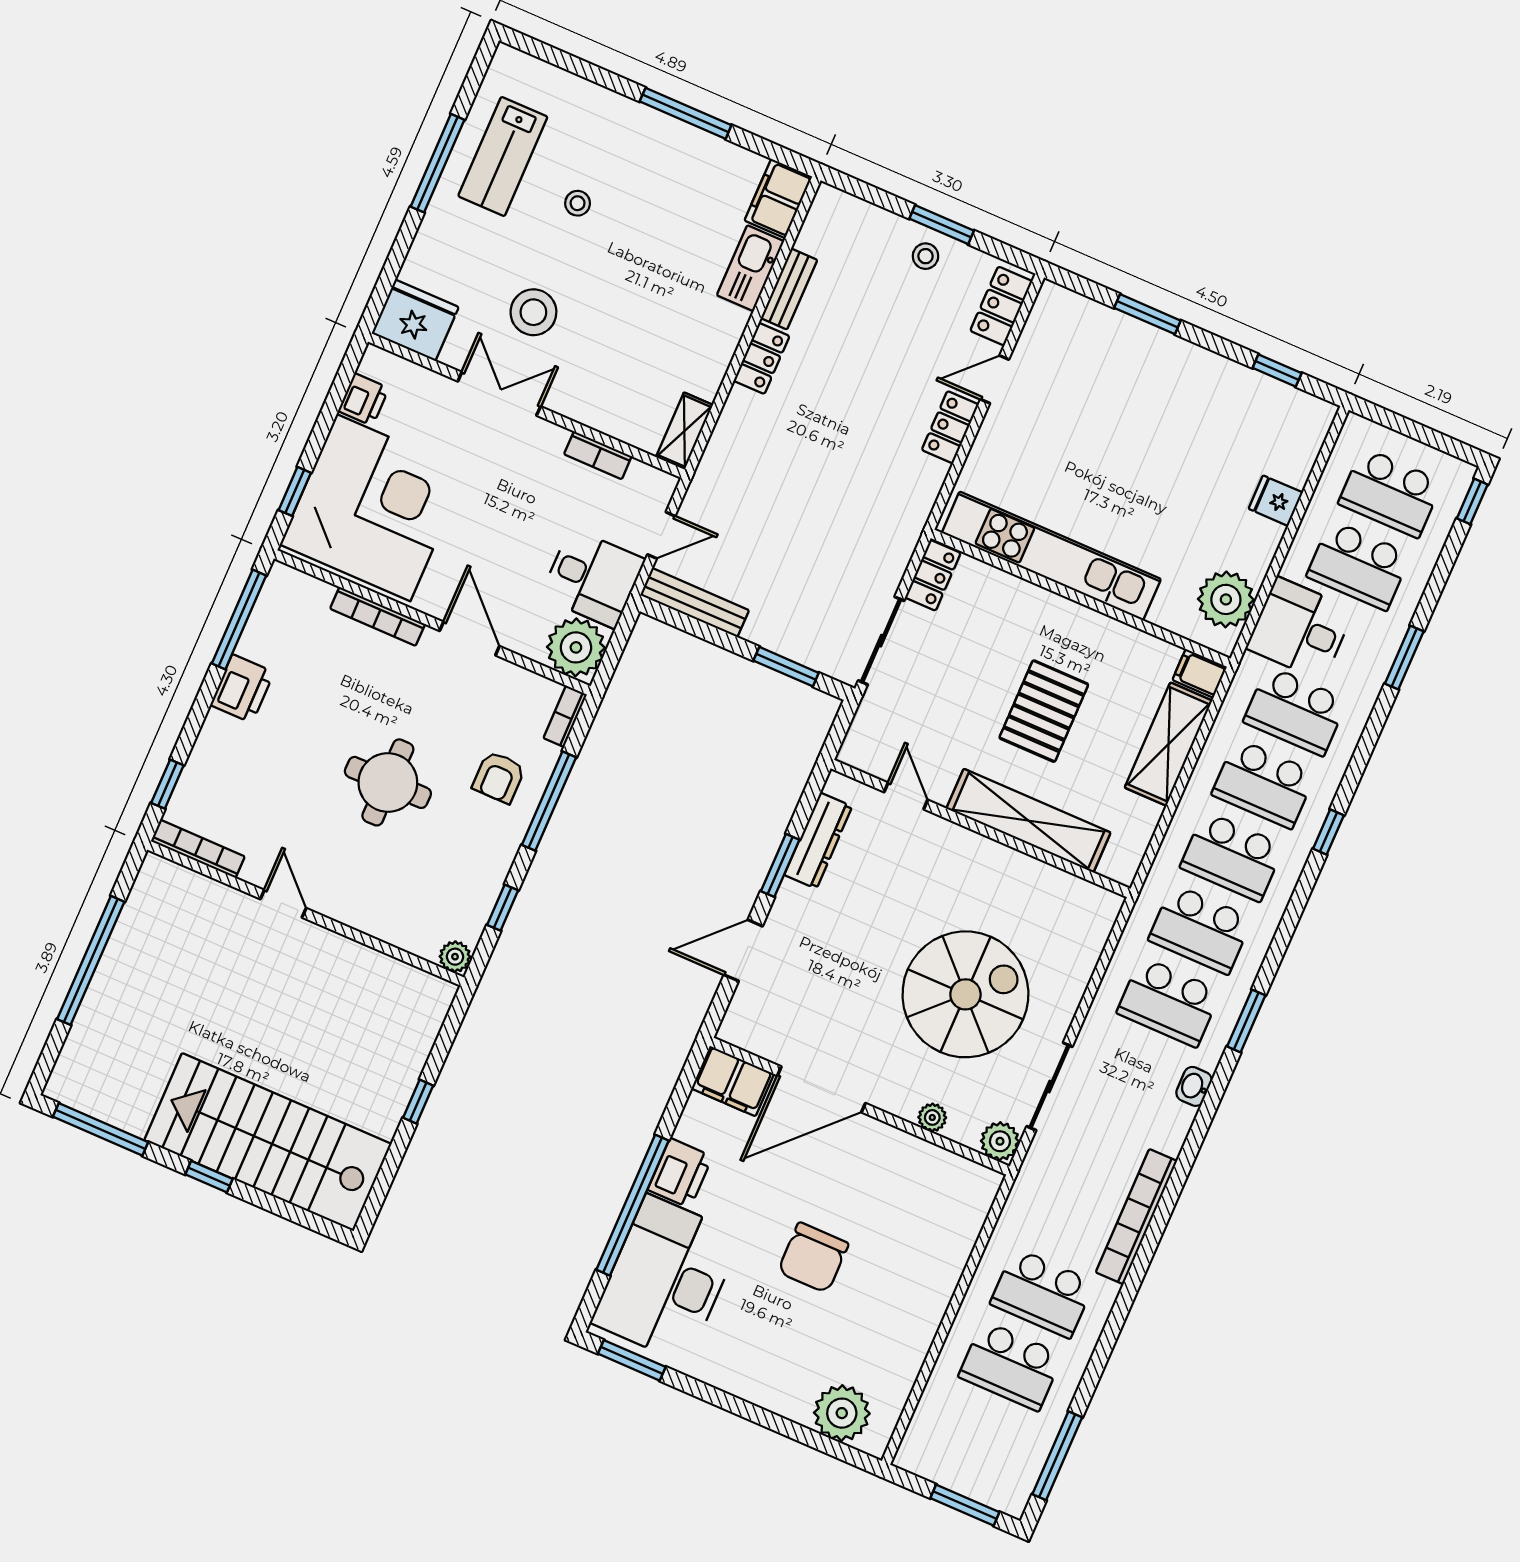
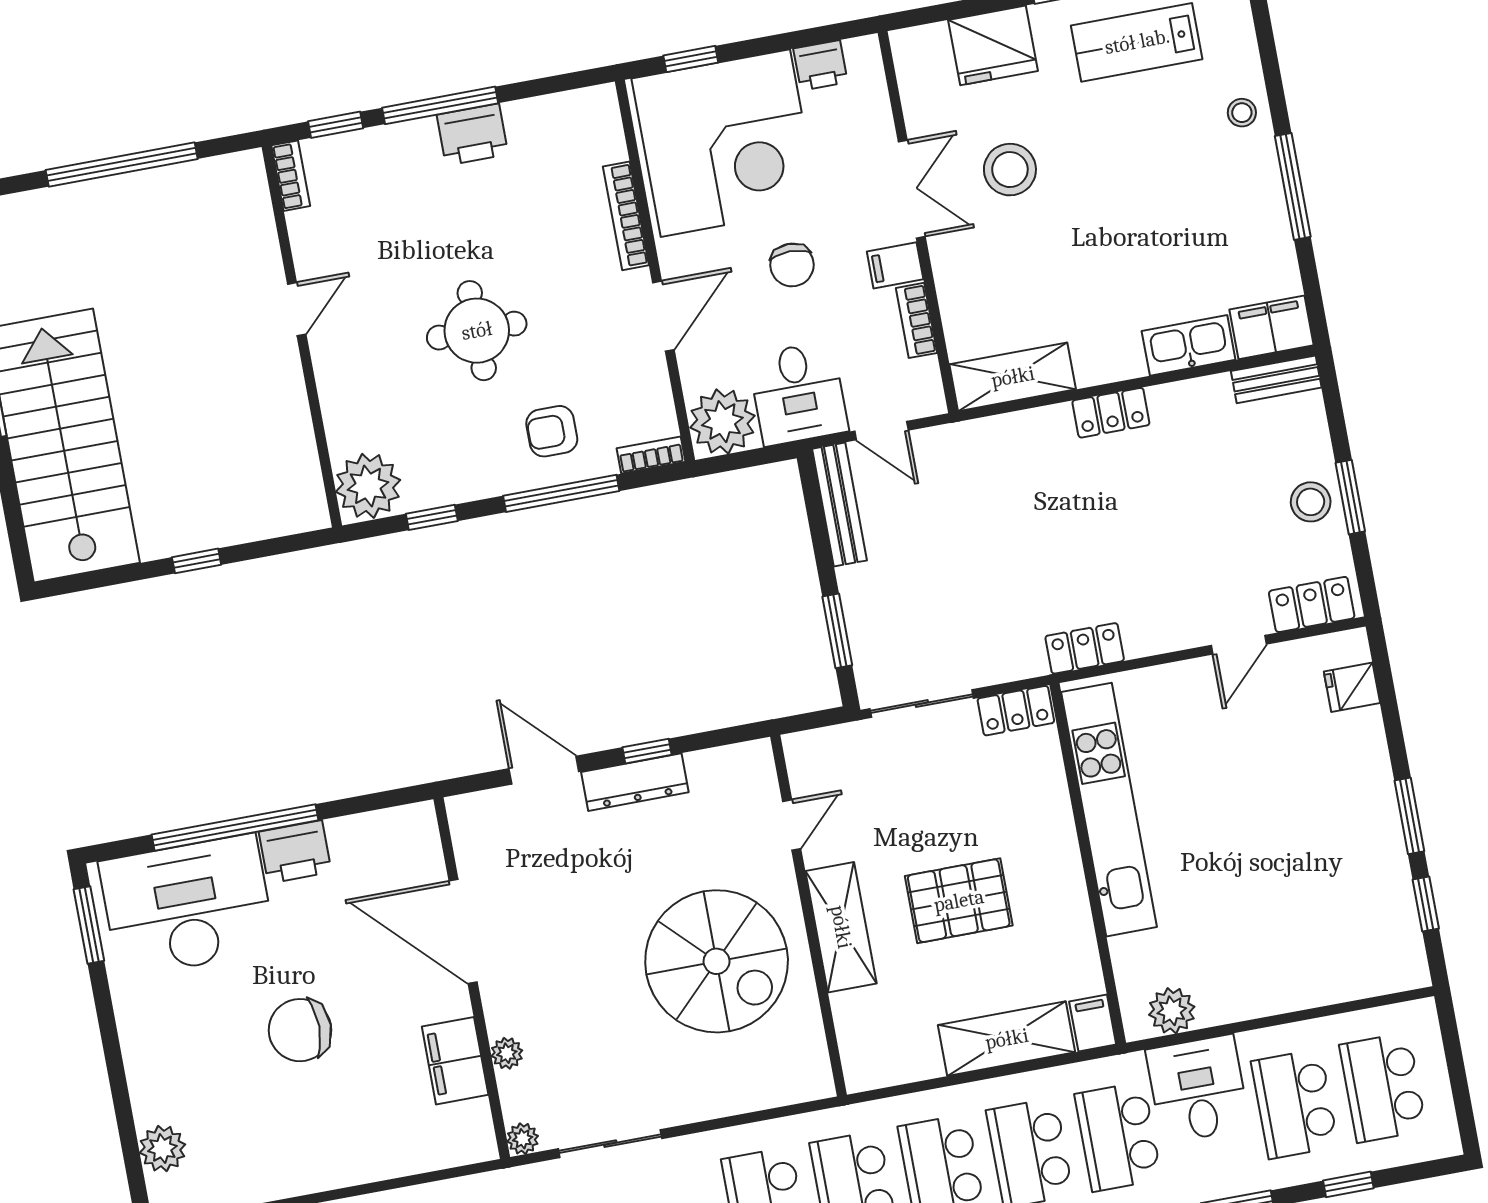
stool: (578, 203) -> (1242, 113), moved
stool: (926, 256) -> (1311, 502), width x1.37, depth x1.37
bench: (789, 289) -> (1276, 379), moved
window: (1147, 314) -> (1409, 816), moved
fridge: (415, 320) -> (993, 45), moved, turned 90
door: (995, 379) -> (1239, 645), swing flipped
locker: (950, 427) -> (1085, 648), moved
shelving: (684, 431) -> (1013, 377), width x1.50, depth x1.33
filing cabinet: (547, 444) -> (895, 265), added
fridge: (1276, 501) -> (1352, 687), moved, turned -90
window: (1472, 501) -> (1348, 1184), moved
chair: (496, 519) -> (792, 265), added
plant: (1226, 599) -> (1172, 1011), width x0.73, depth x0.73
window: (239, 620) -> (440, 105), moved
shelving: (1028, 821) -> (841, 927), width x0.68
dresser: (818, 841) -> (635, 782), moved
bookcase: (198, 849) -> (291, 176), width x0.64
window: (780, 865) -> (647, 751), width x0.67
plant: (455, 957) -> (368, 486), width x1.88, depth x1.88
spiral stairs: (965, 994) -> (717, 961), moved
filing cabinet: (733, 1081) -> (455, 1061), moved
plant: (1000, 1141) -> (523, 1139), width x0.73, depth x0.73
plant: (842, 1413) -> (162, 1149), width x0.73, depth x0.73

